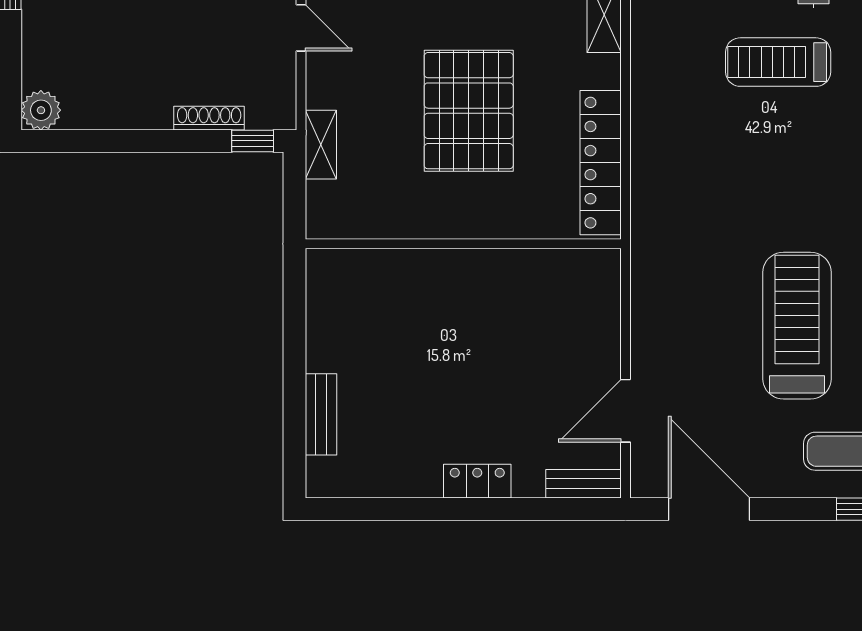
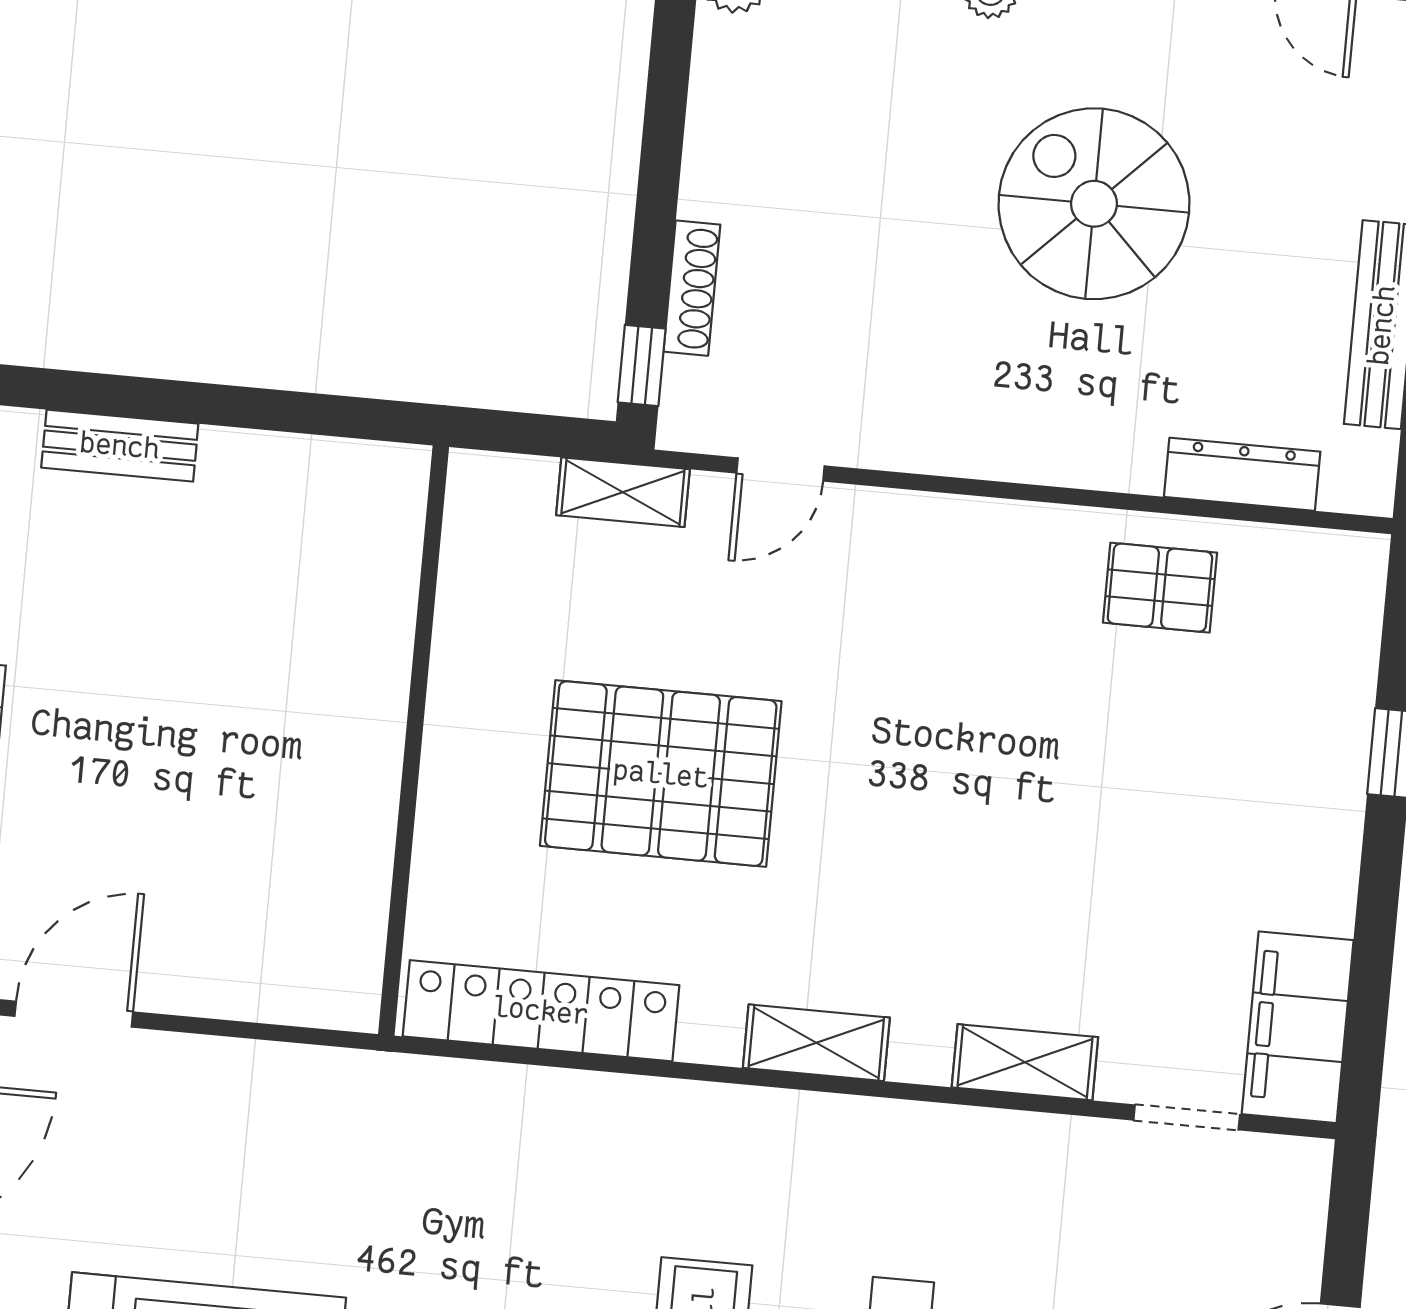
door: (301, 28) -> (781, 469), moved
door: (626, 411) -> (74, 1014), hinge flipped

